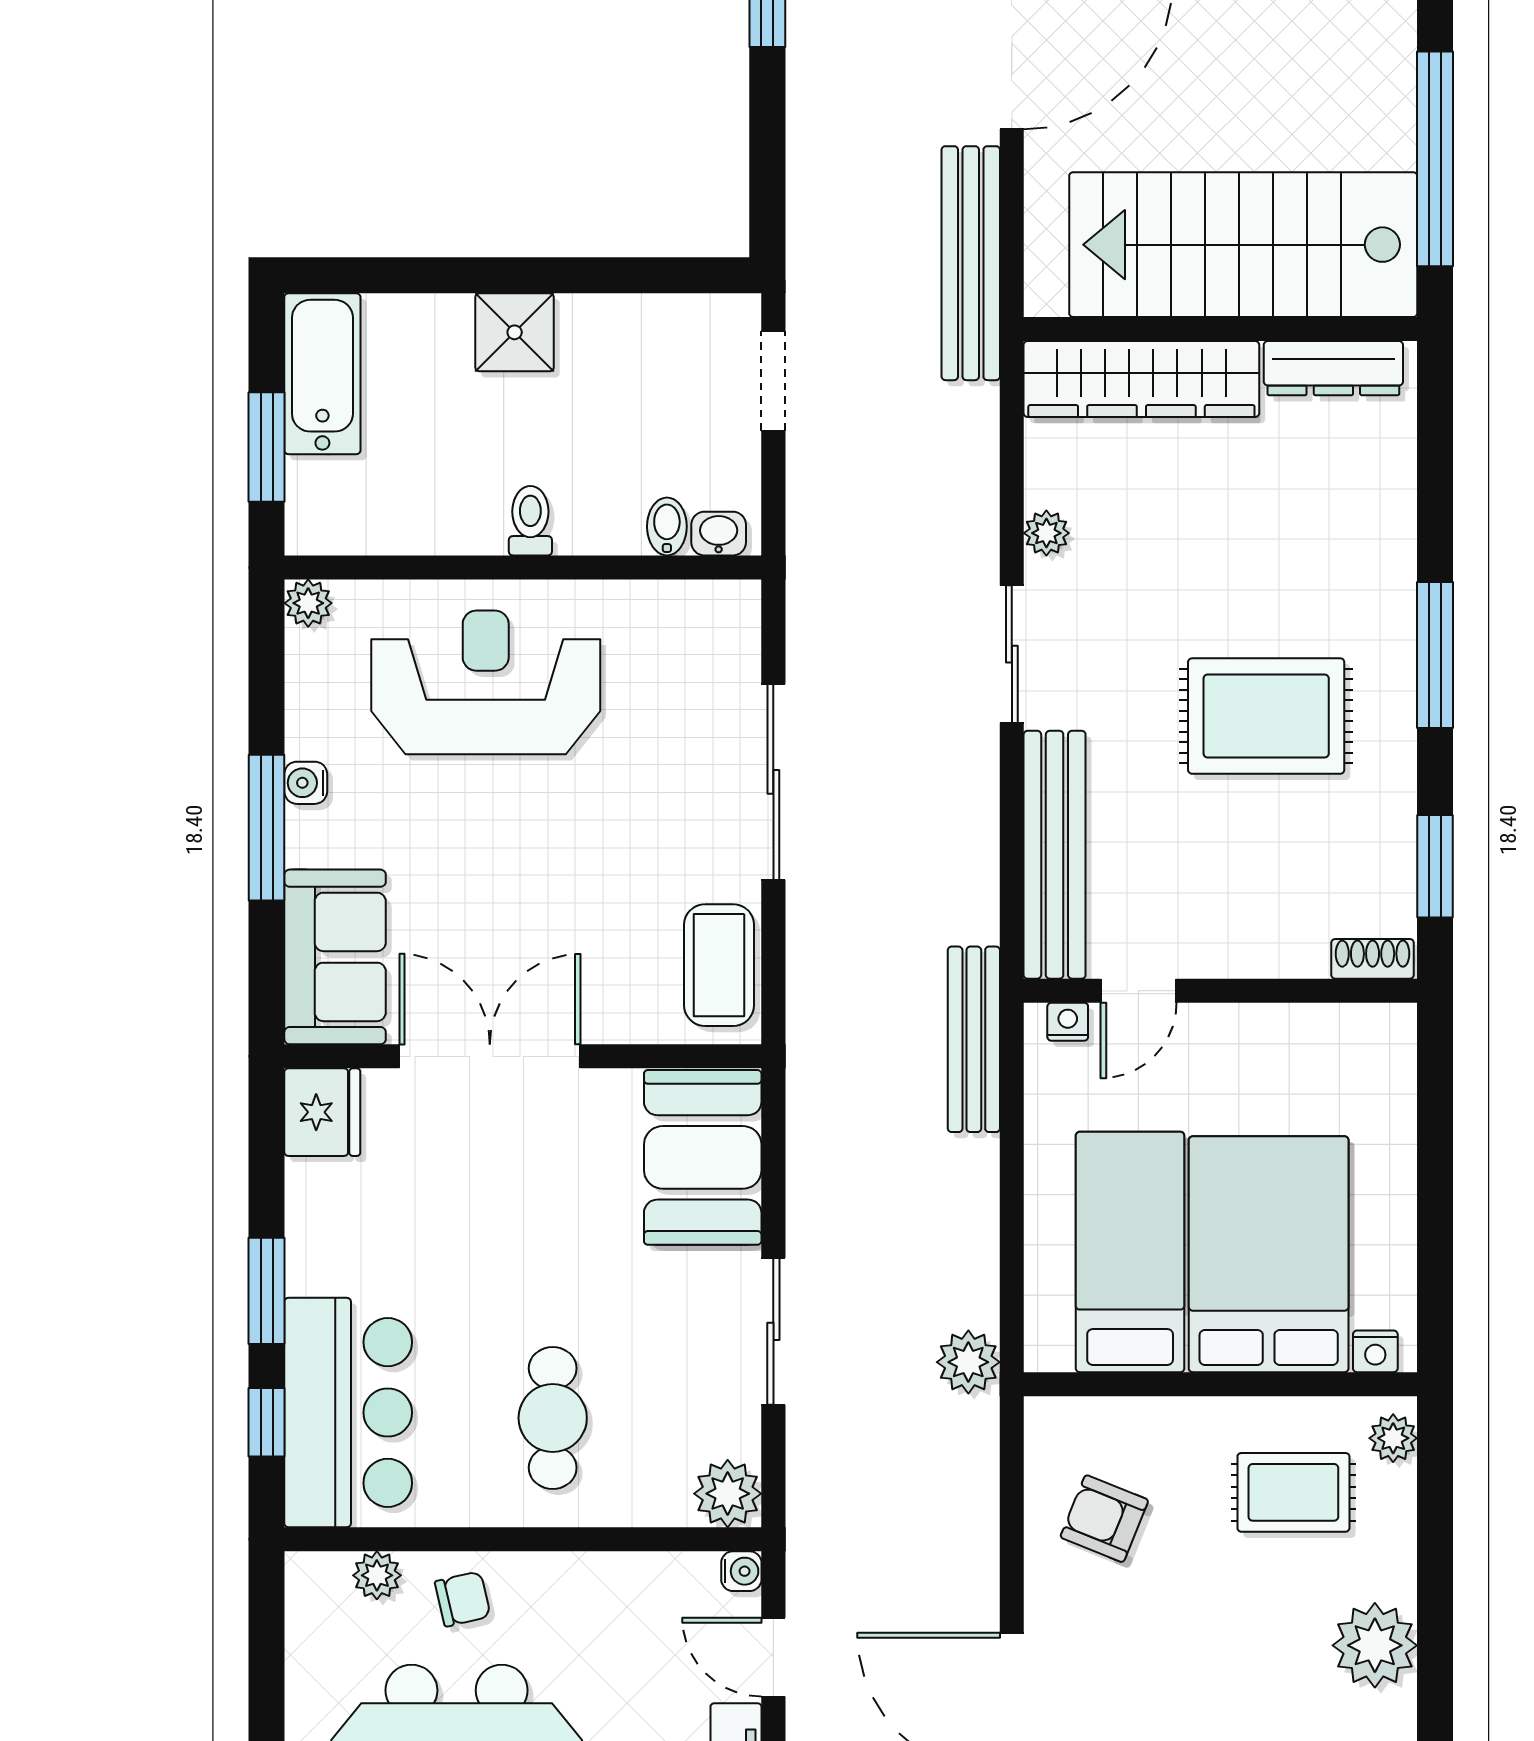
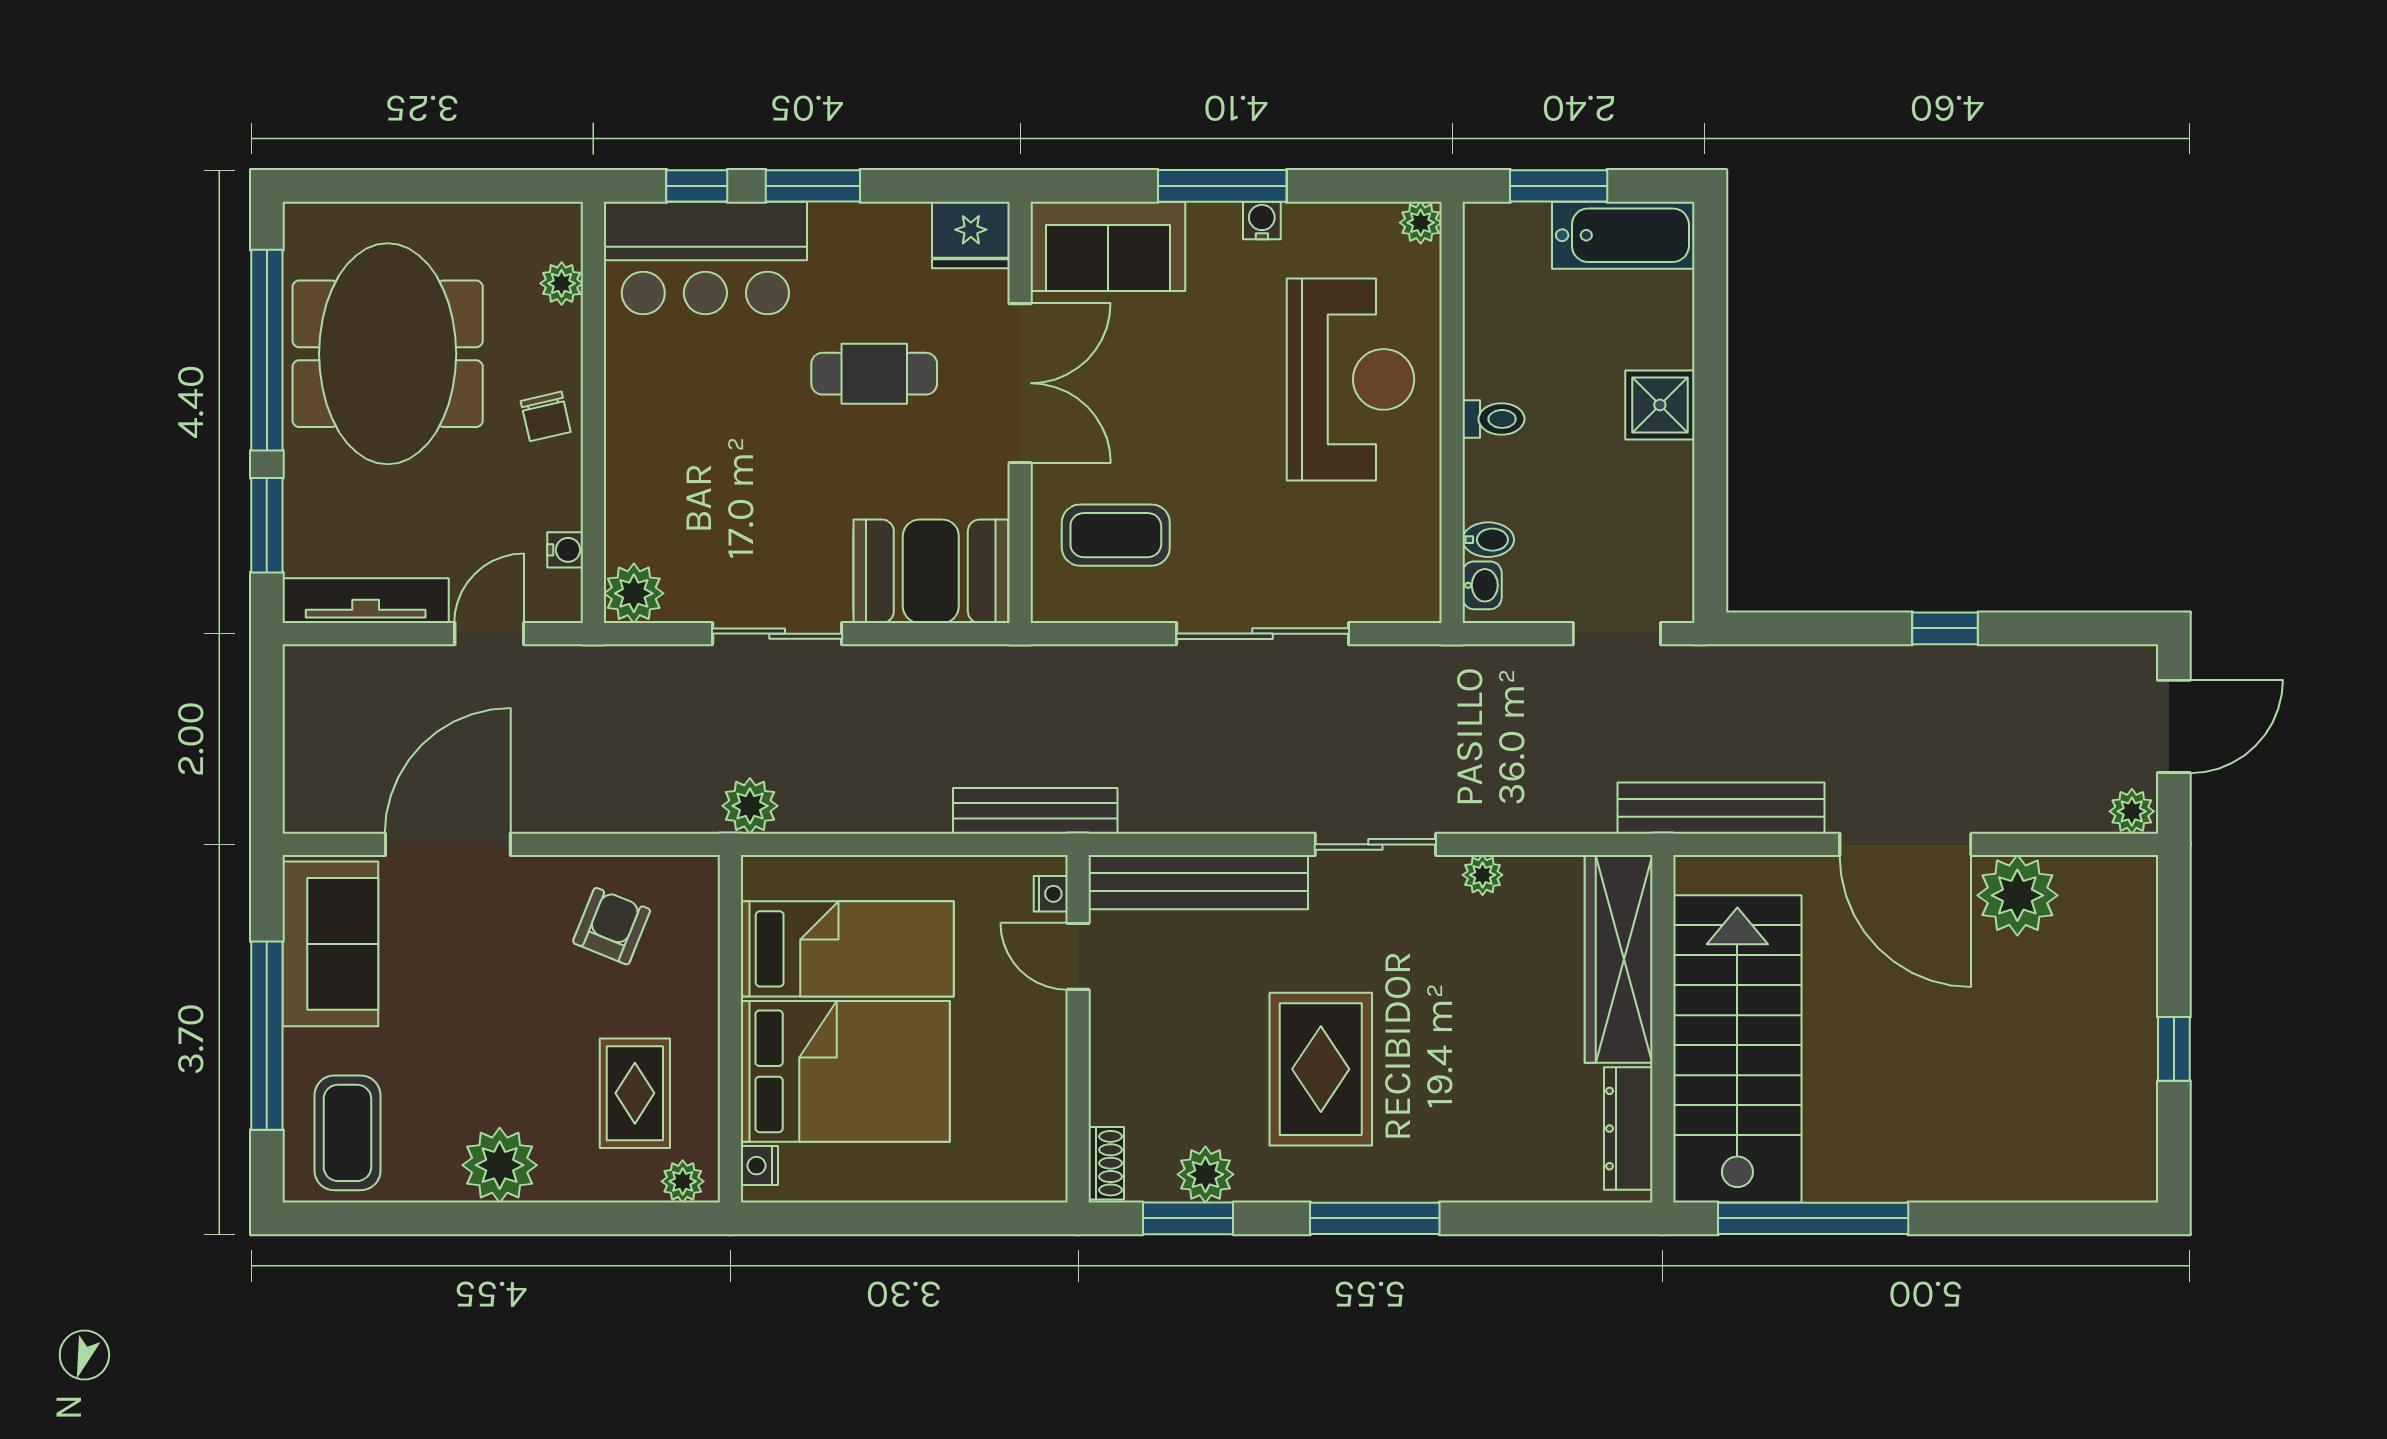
plant: (1385, 847) -> (1205, 1174), added
coffee table: (719, 965) -> (1116, 535), moved
cafe table: (553, 1418) -> (874, 374), moved
water cooler: (741, 1571) -> (565, 550), moved, turned -90
chair: (463, 1599) -> (546, 416), moved

